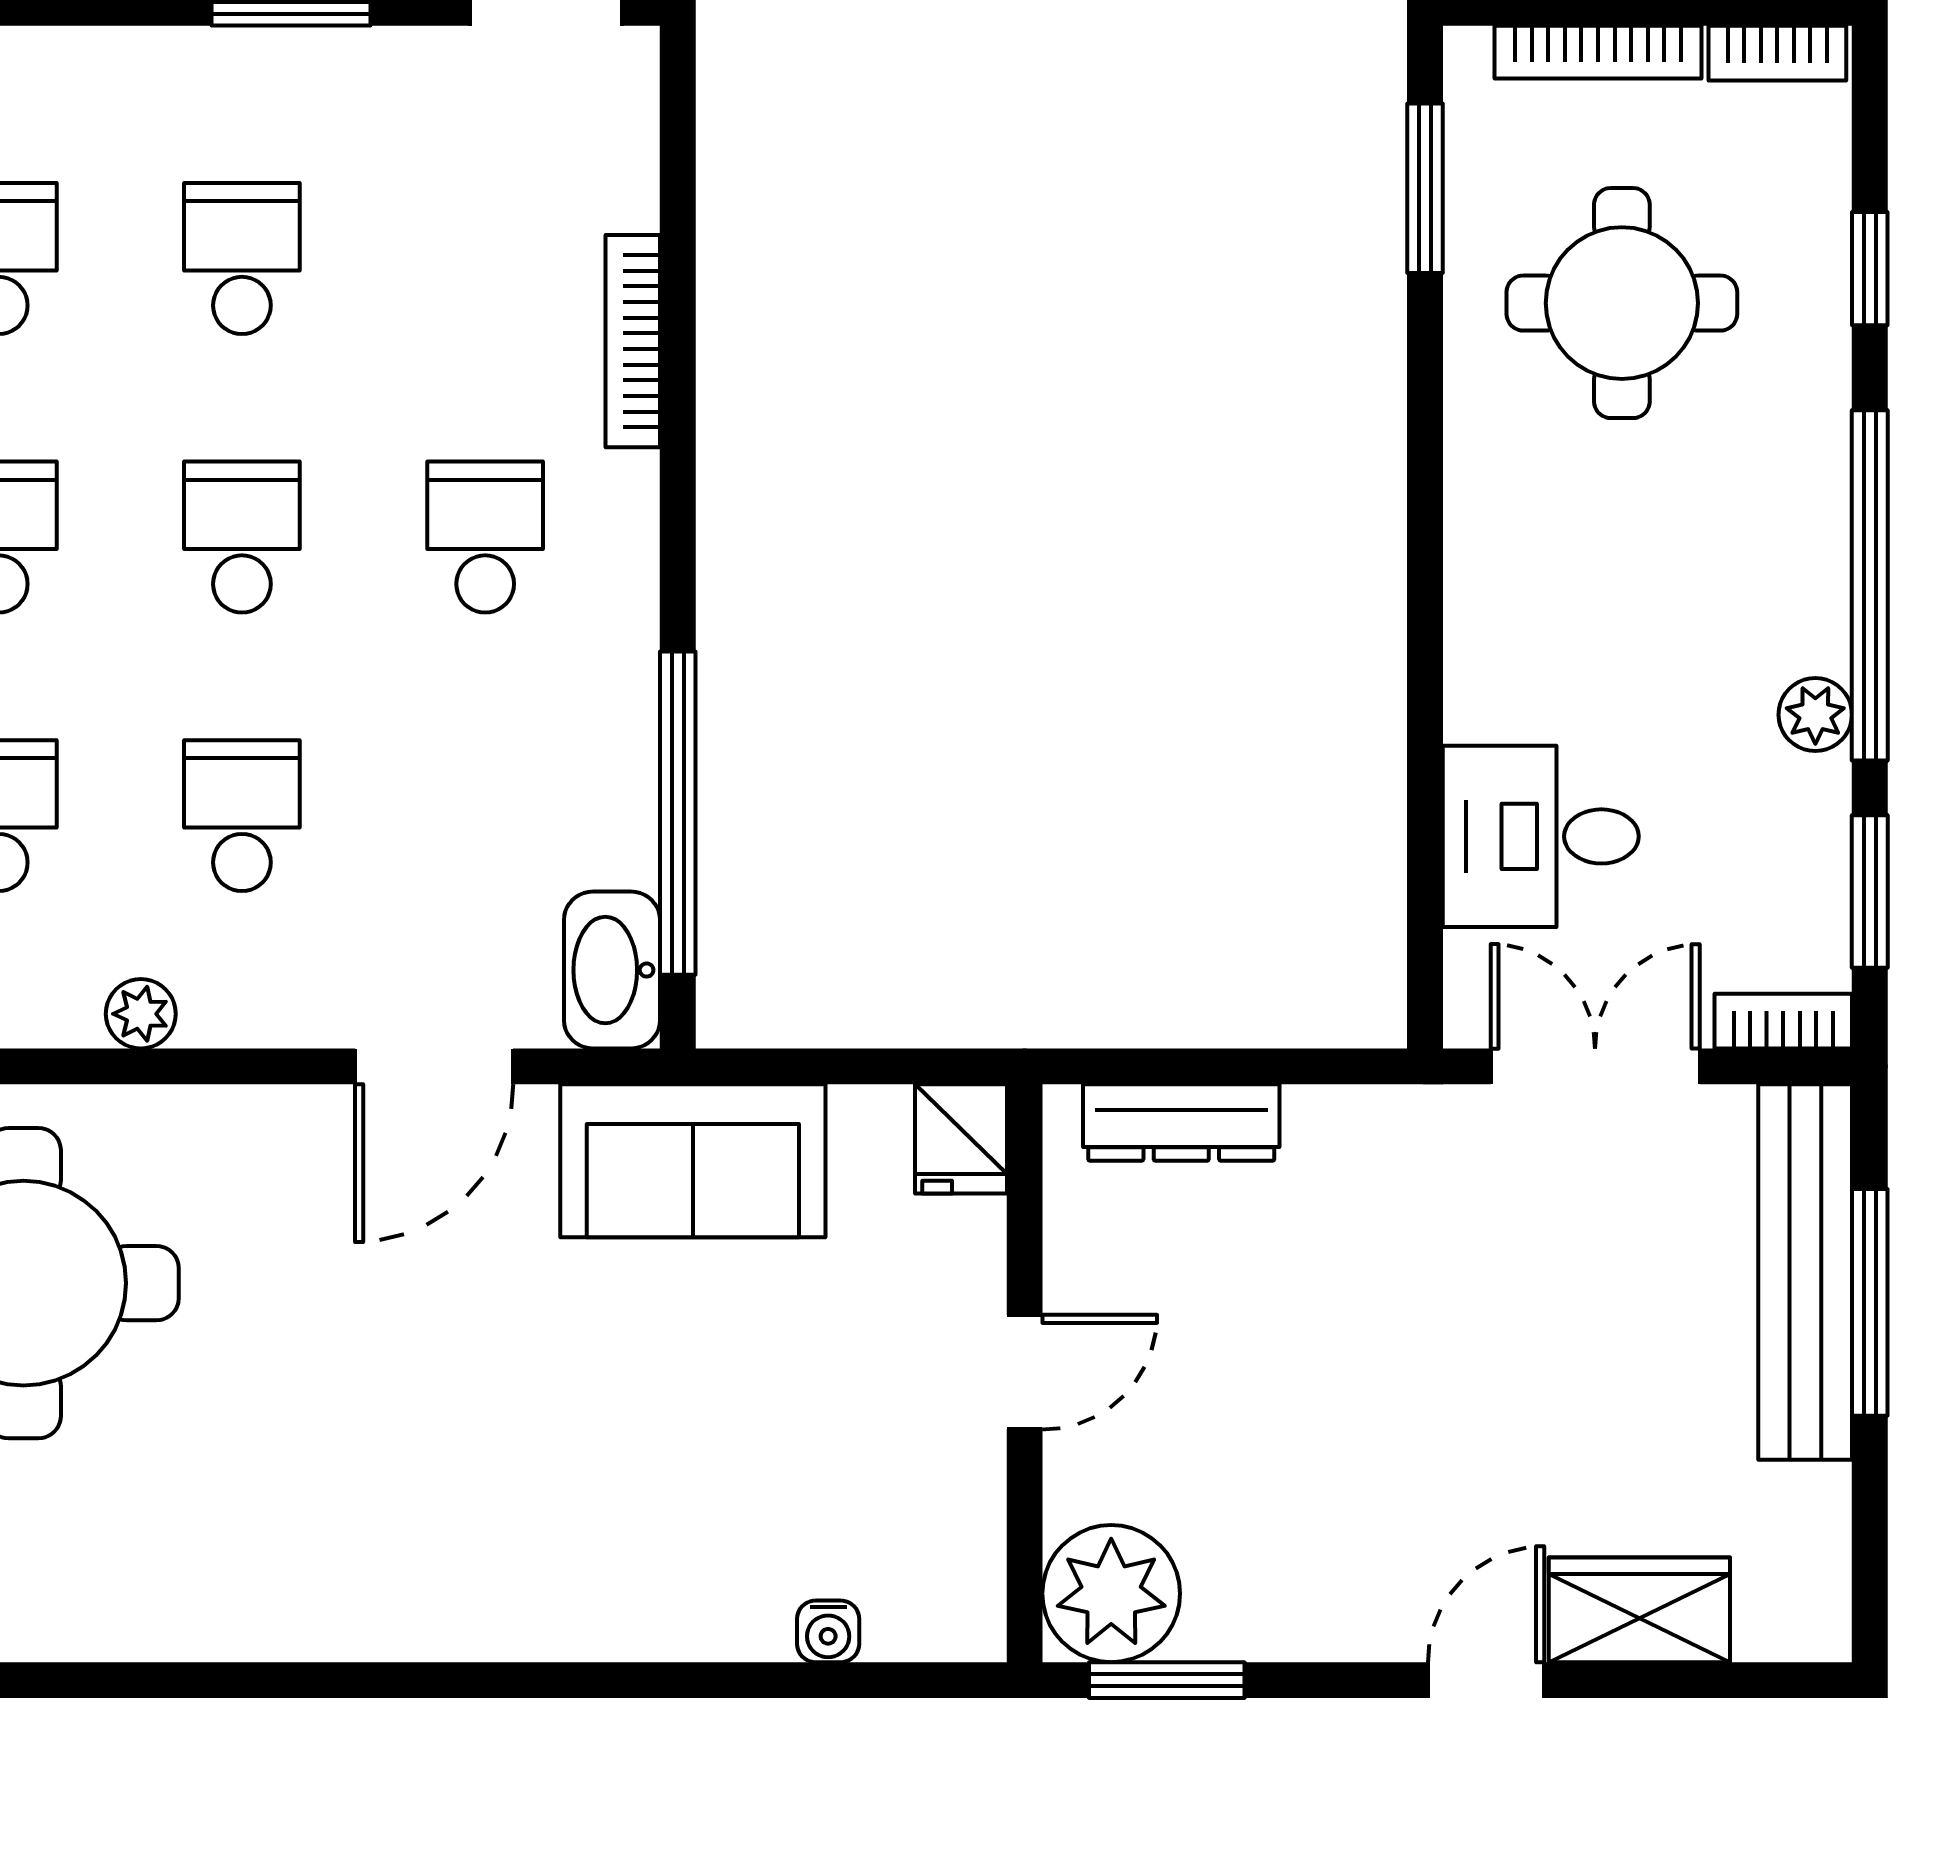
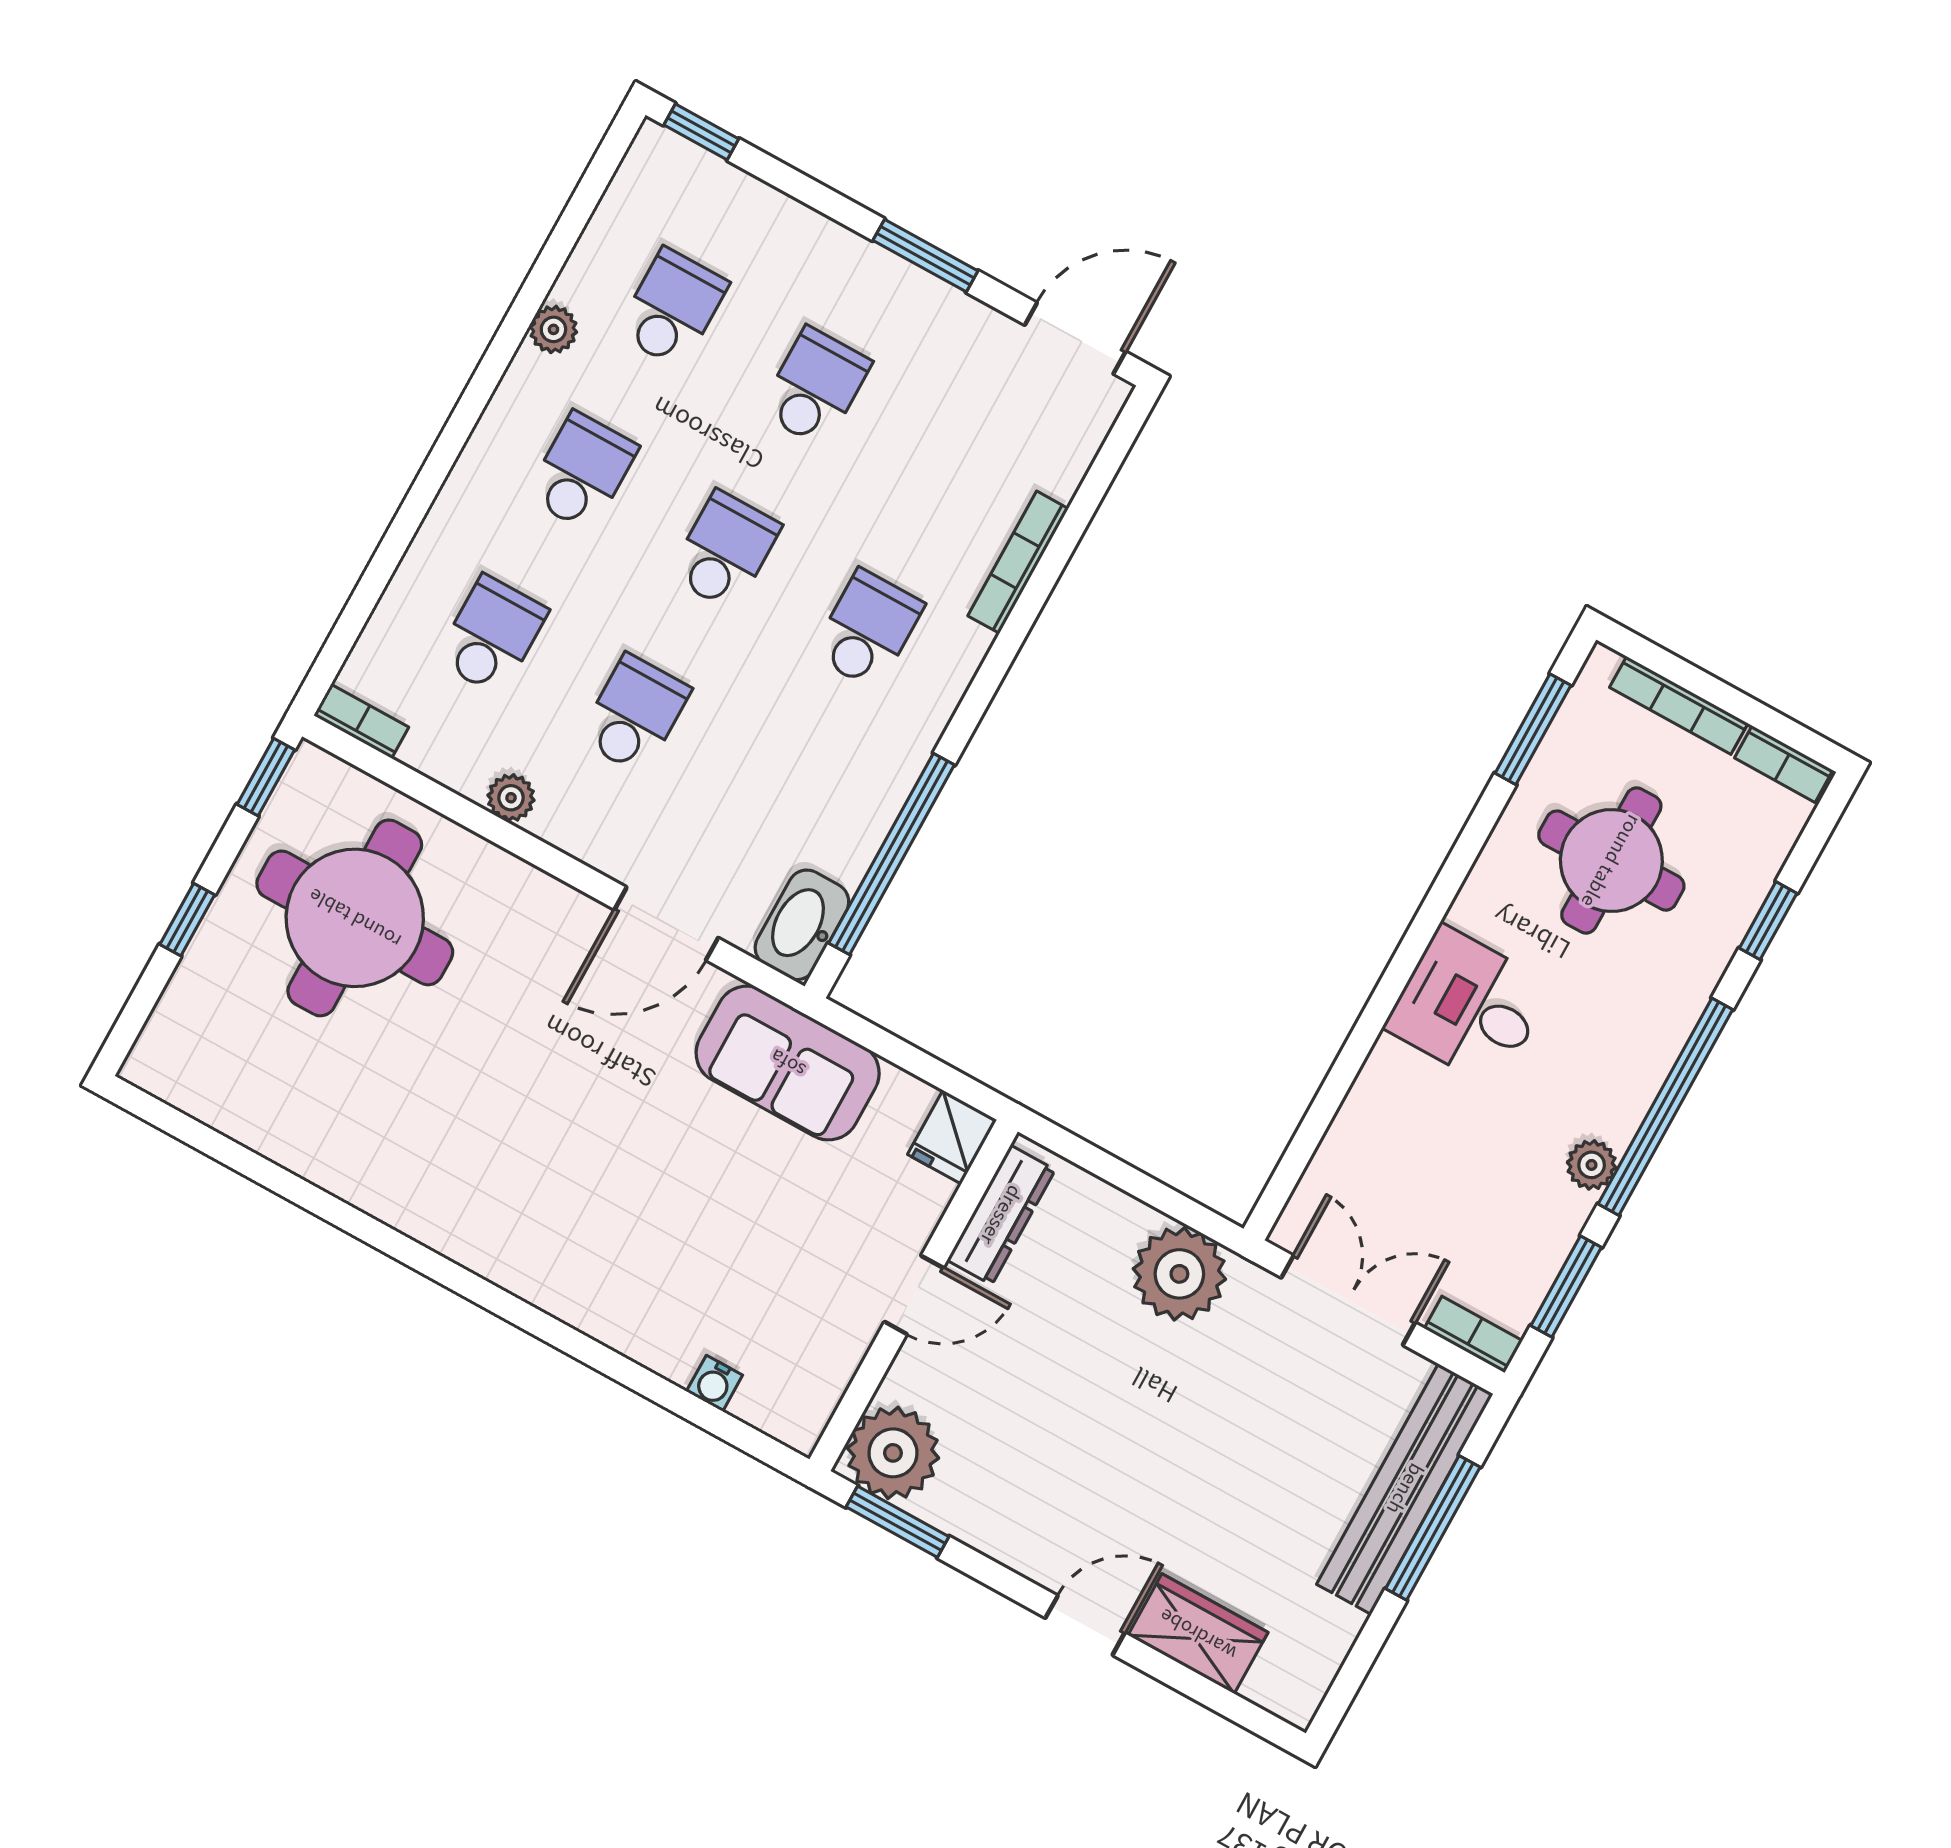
desk: (1541, 836) -> (1469, 1007), moved
dresser: (1181, 1123) -> (1001, 1215), moved, turned -90
plant: (1356, 1154) -> (1179, 1274), added

